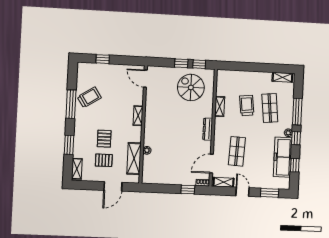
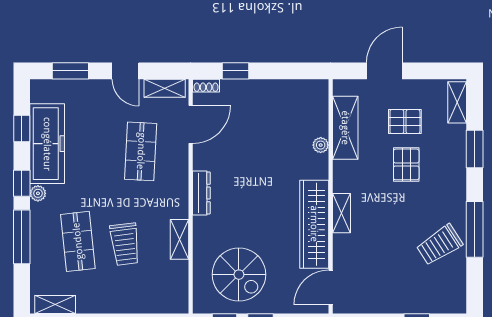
door: (145, 79) -> (331, 288), swing flipped
wardrobe: (152, 111) -> (314, 224), added

